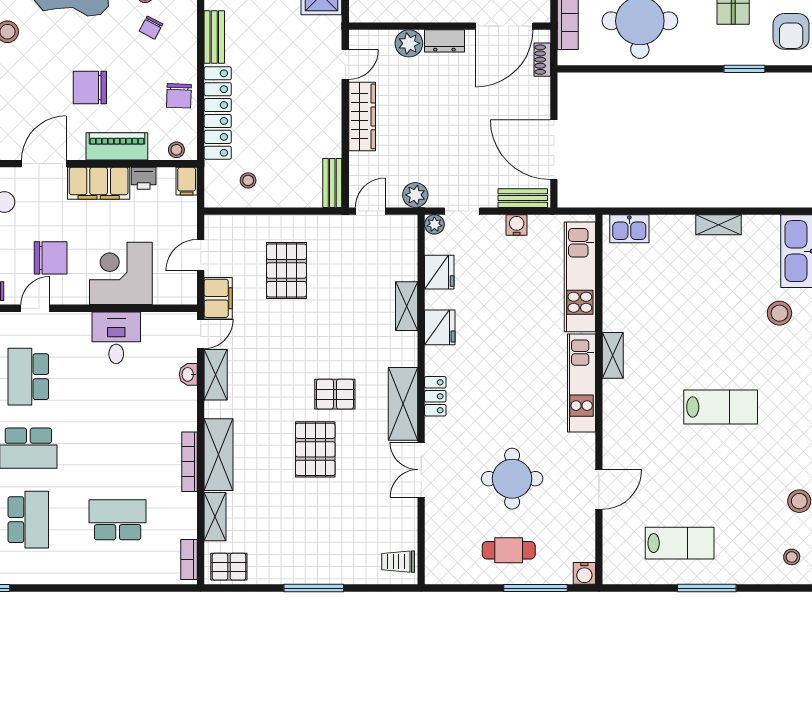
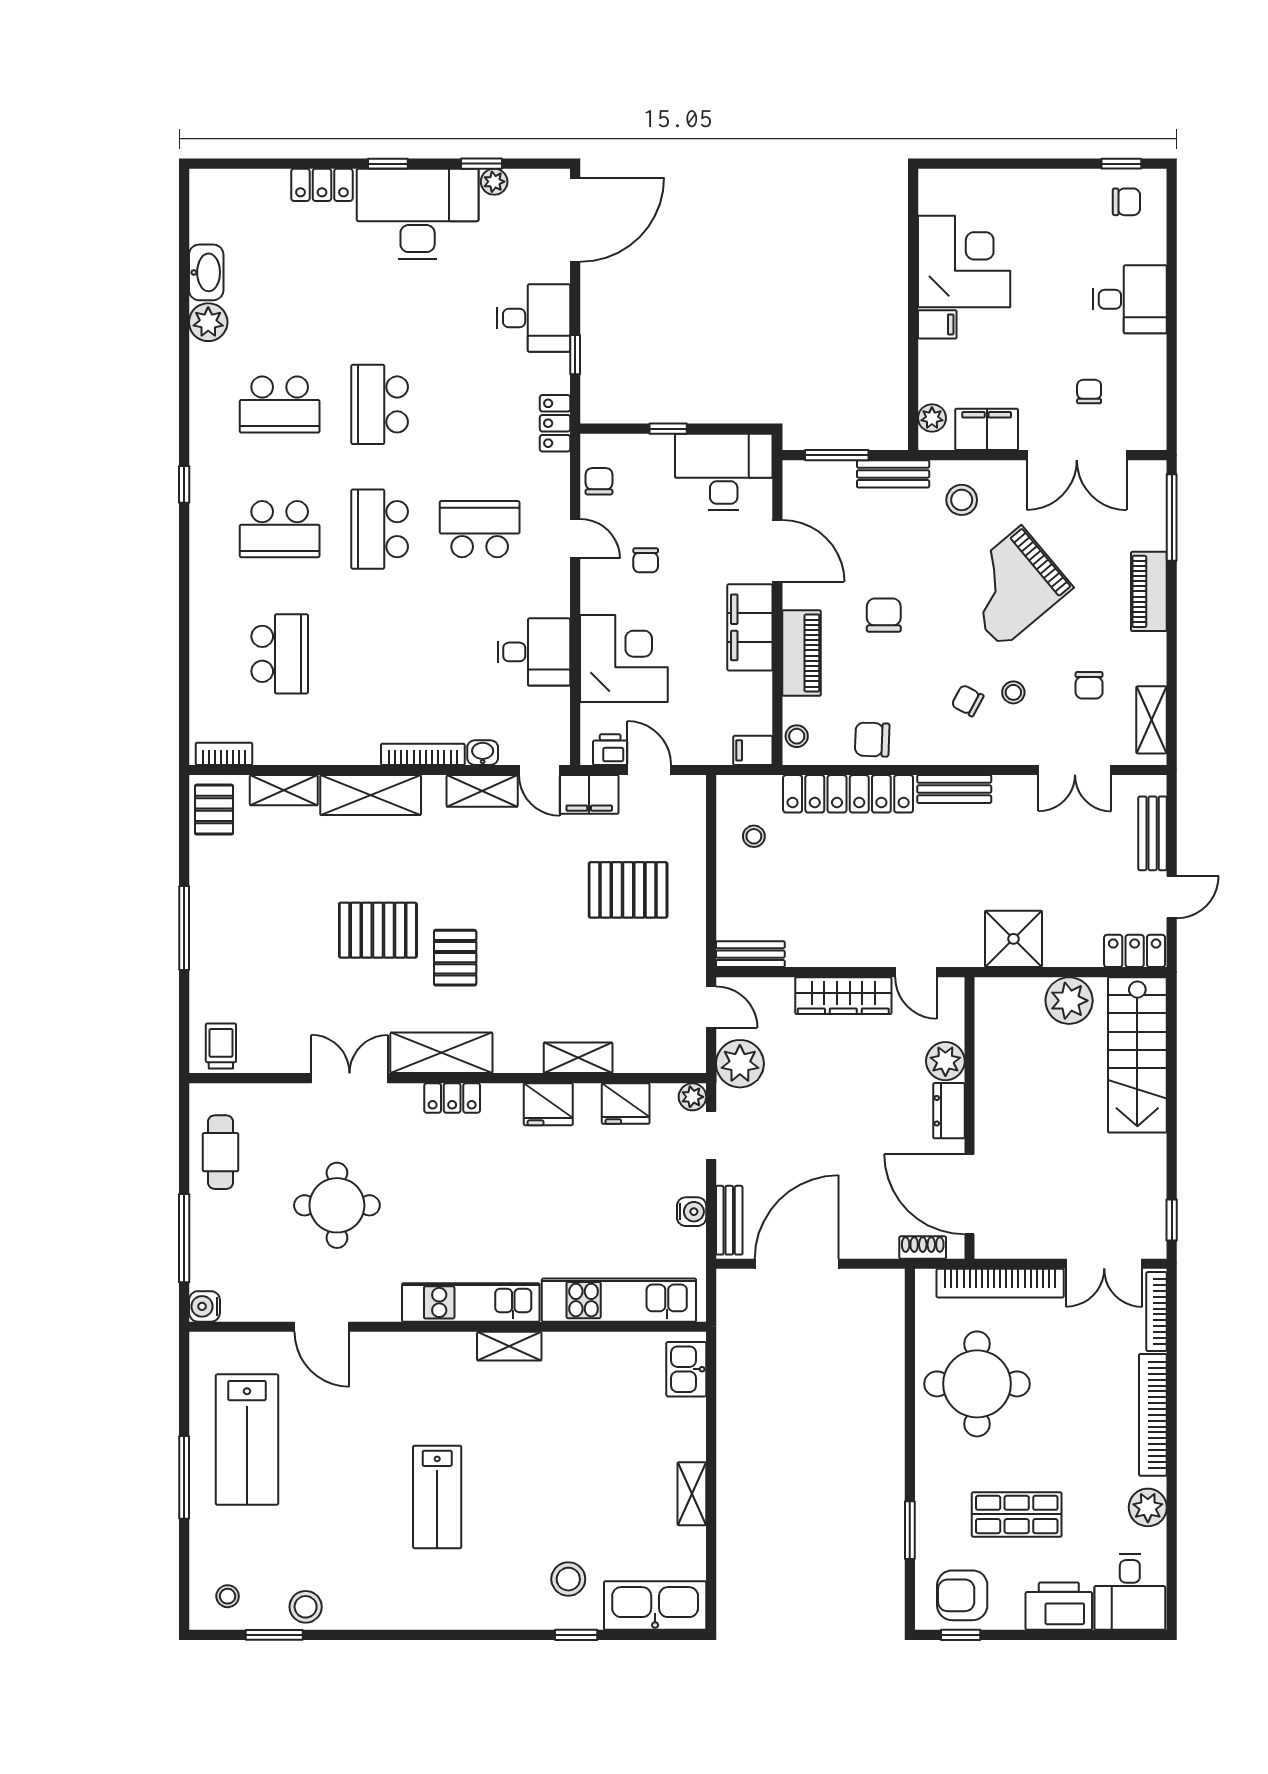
chair: (90, 87) -> (884, 615), width x0.73, depth x0.73
printer: (144, 178) -> (610, 750), moved, turned 90
plant: (415, 195) -> (740, 1064), width x1.36, depth x1.36
chair: (51, 258) -> (646, 560), width x0.54, depth x0.54
bookcase: (189, 462) -> (423, 754), moved
lab bench: (680, 543) -> (247, 1440), width x1.36, depth x1.39
cafe table: (509, 550) -> (221, 1152), moved

